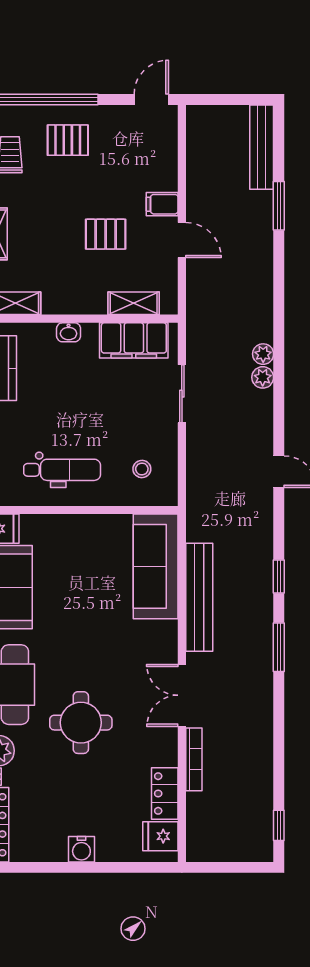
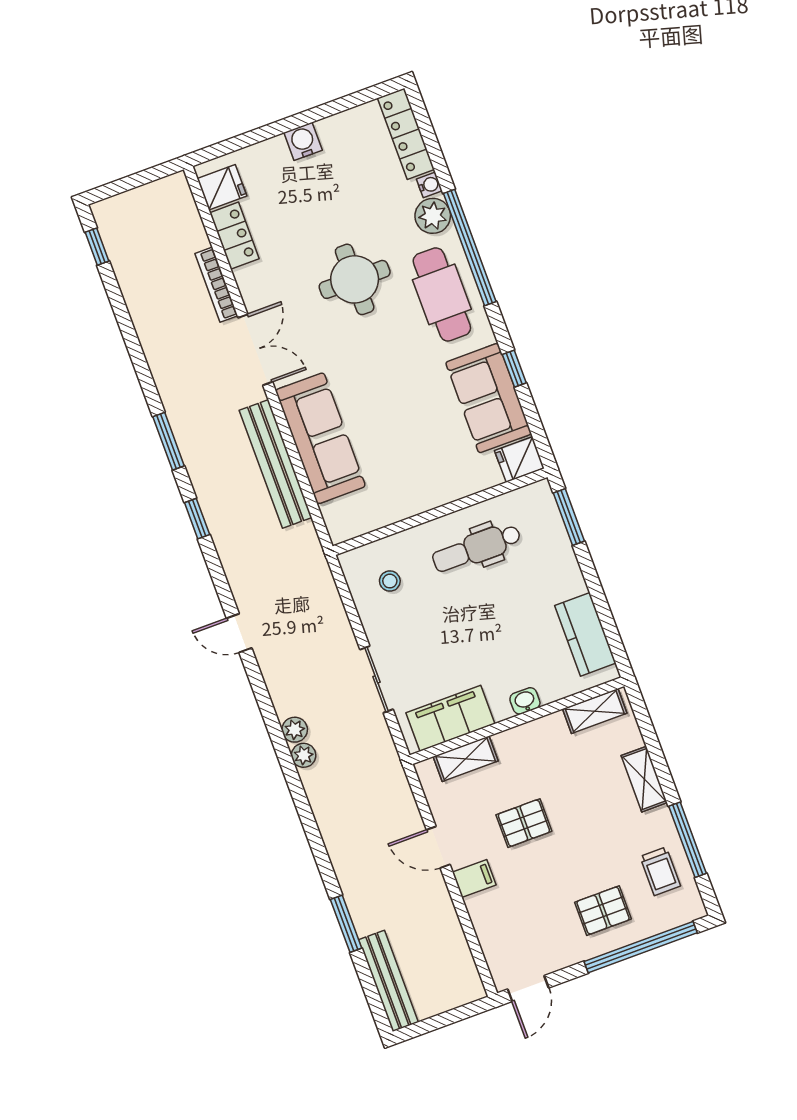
sofa: (156, 566) -> (320, 438), moved

